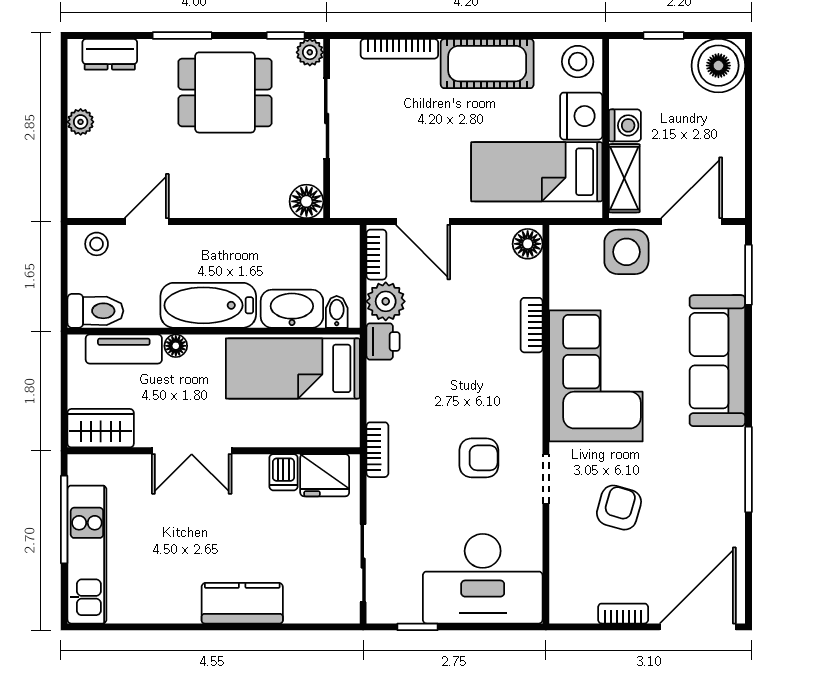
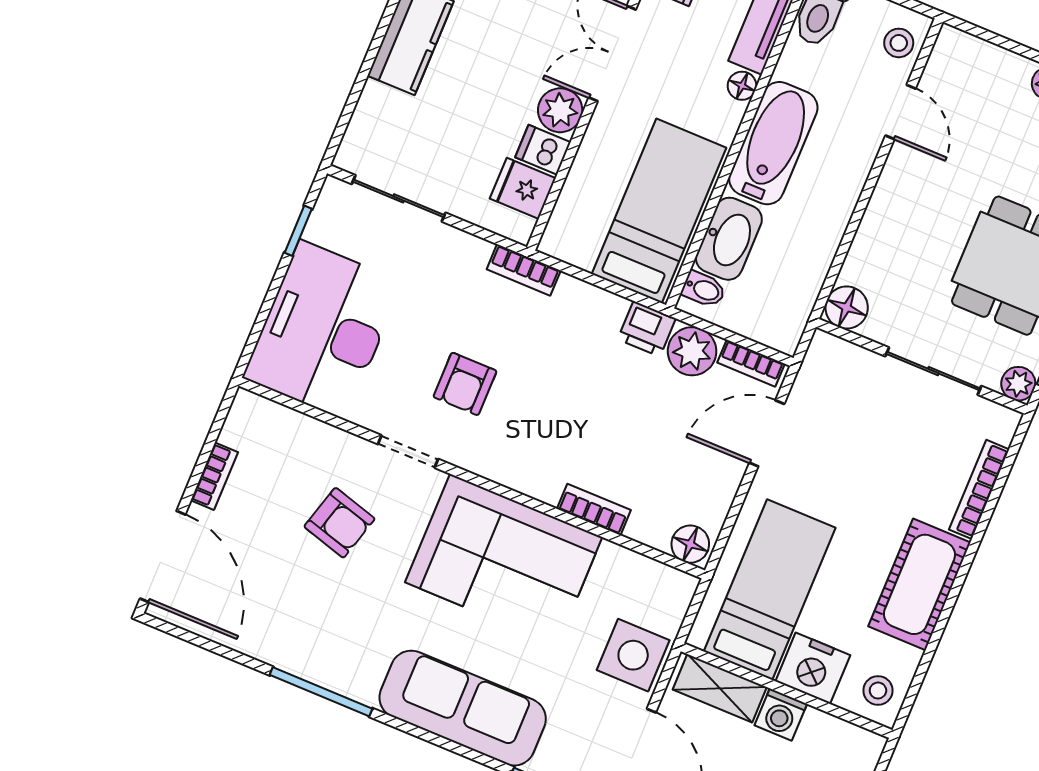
stool: (578, 62) -> (878, 691), width x0.73, depth x0.73
plant: (249, 472) -> (560, 110), added
fridge: (325, 475) -> (523, 188), width x0.72

